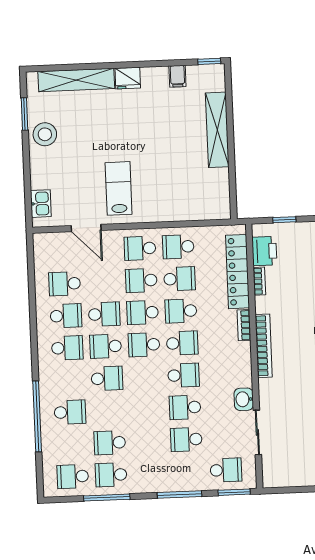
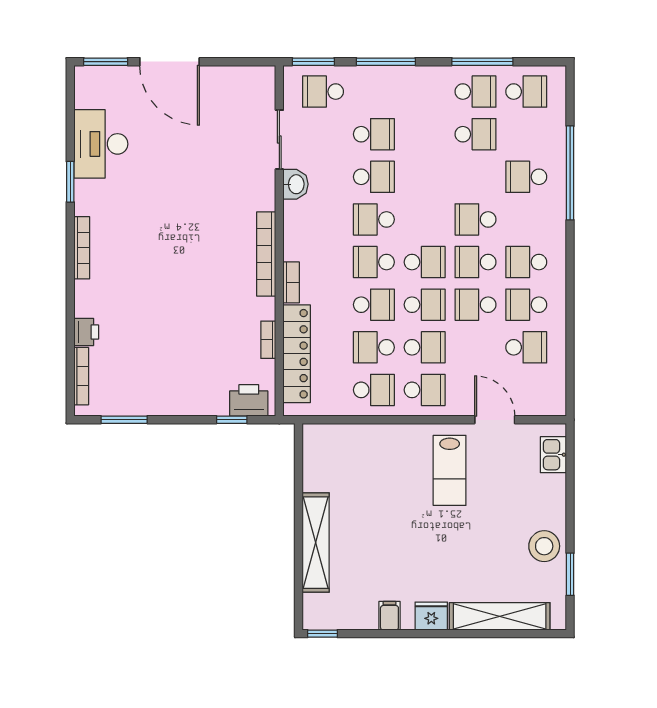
filing cabinet: (177, 76) -> (389, 616), moved
printer: (264, 251) -> (249, 400), moved, turned 90
school desk: (106, 346) -> (475, 262), turned 180

